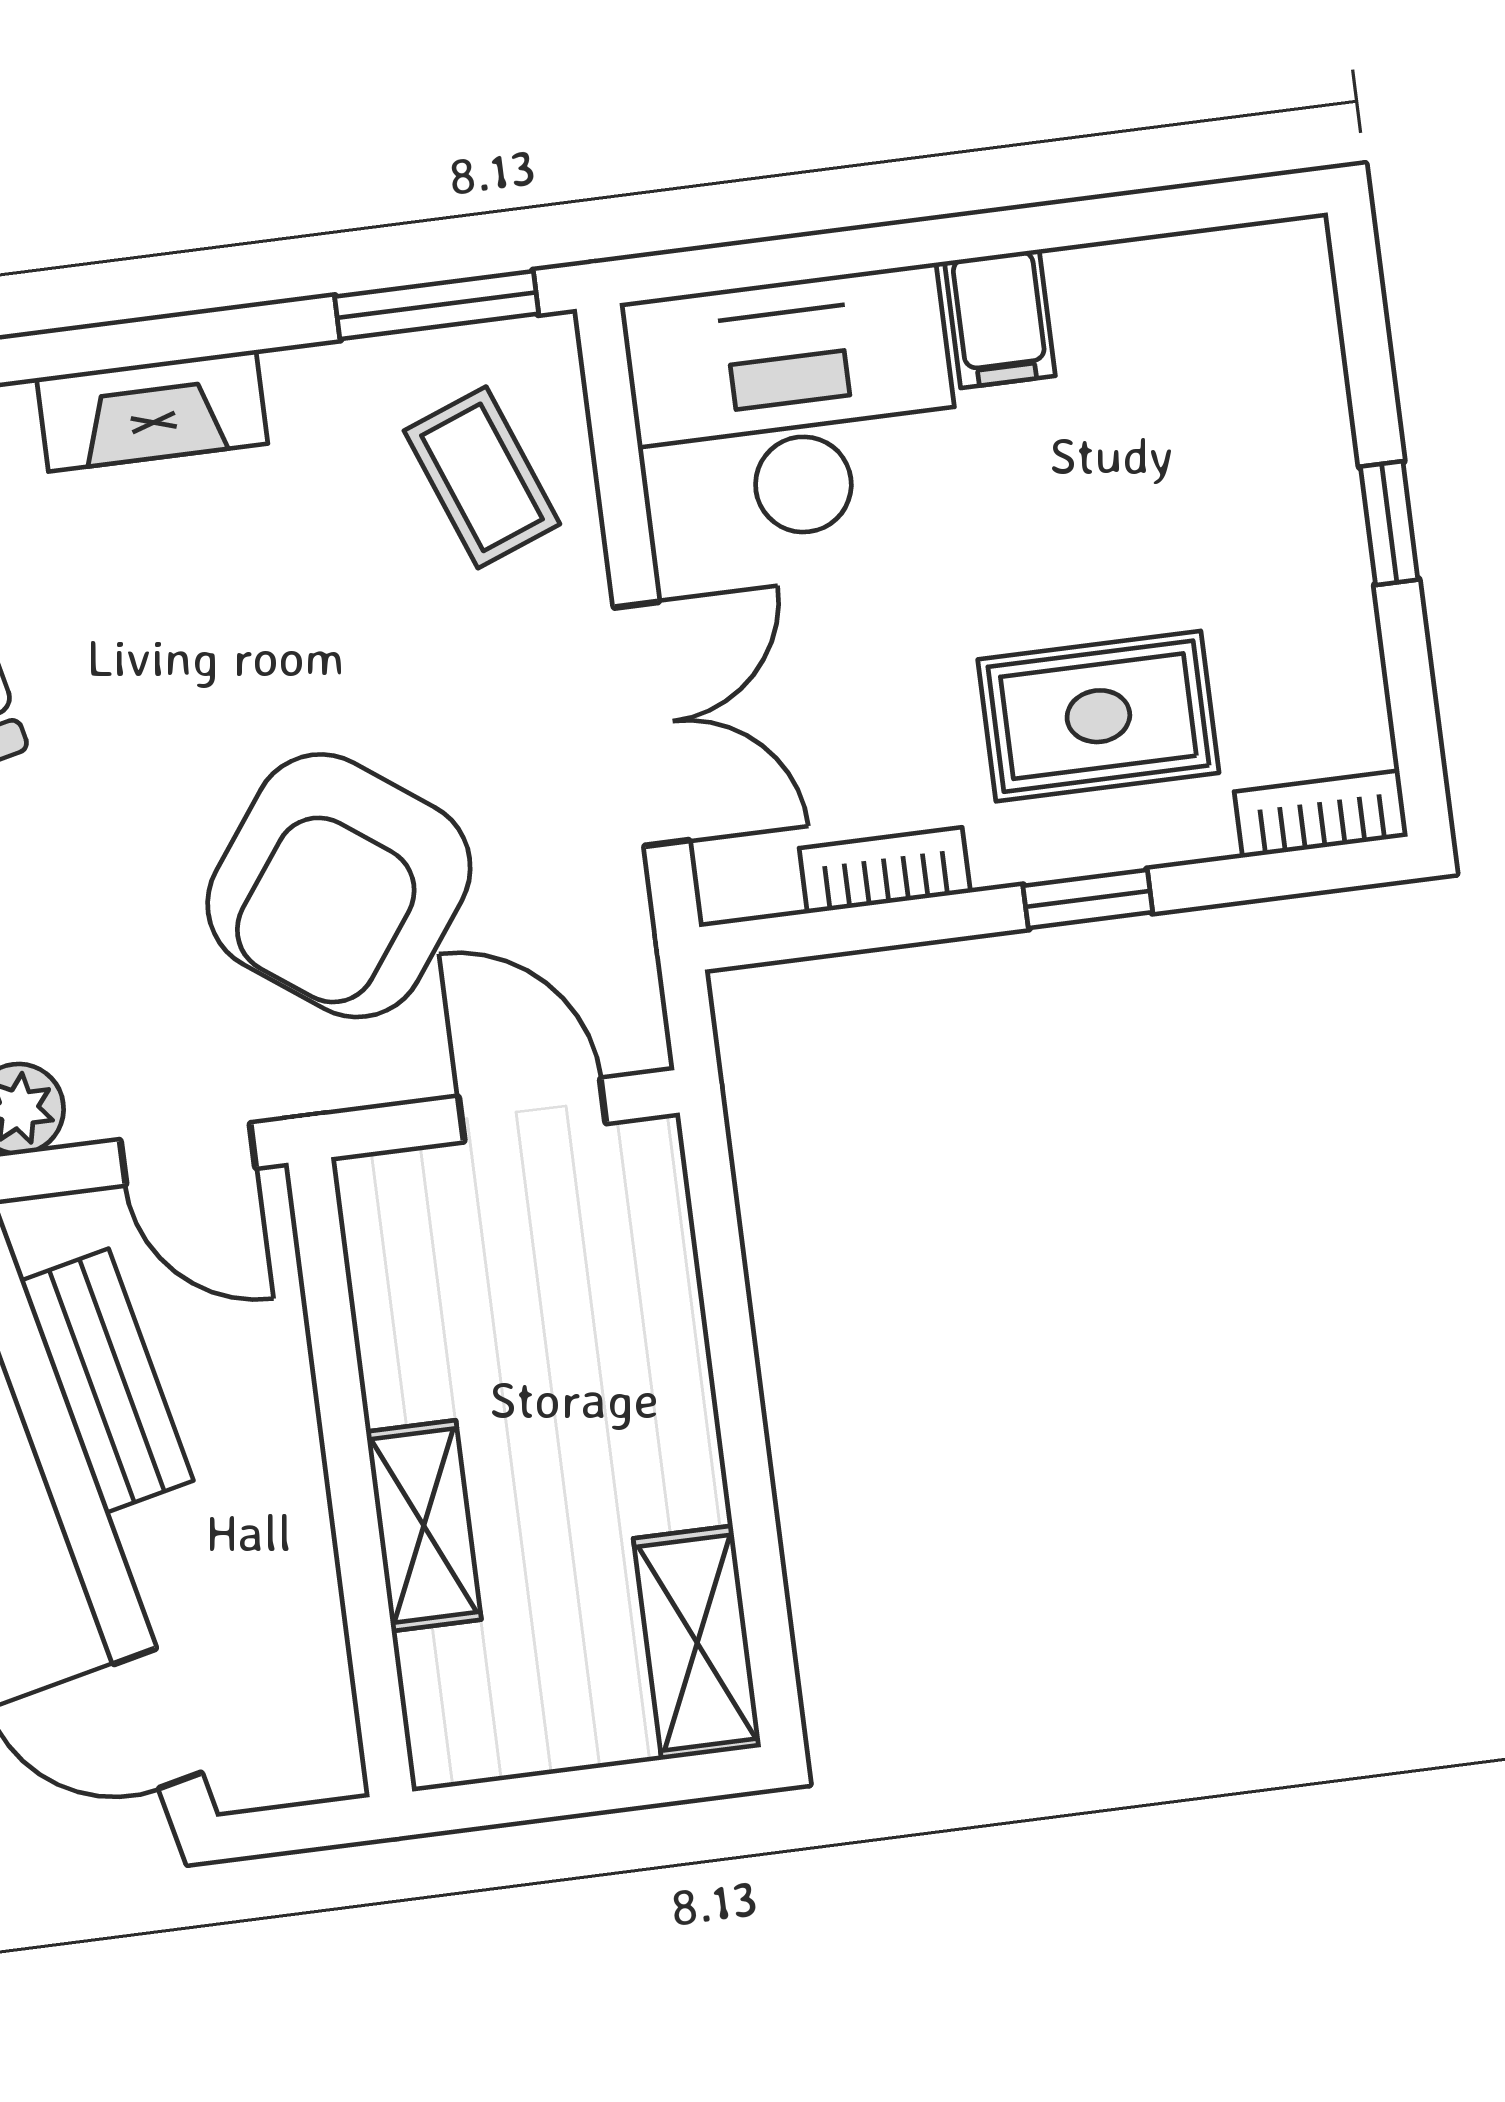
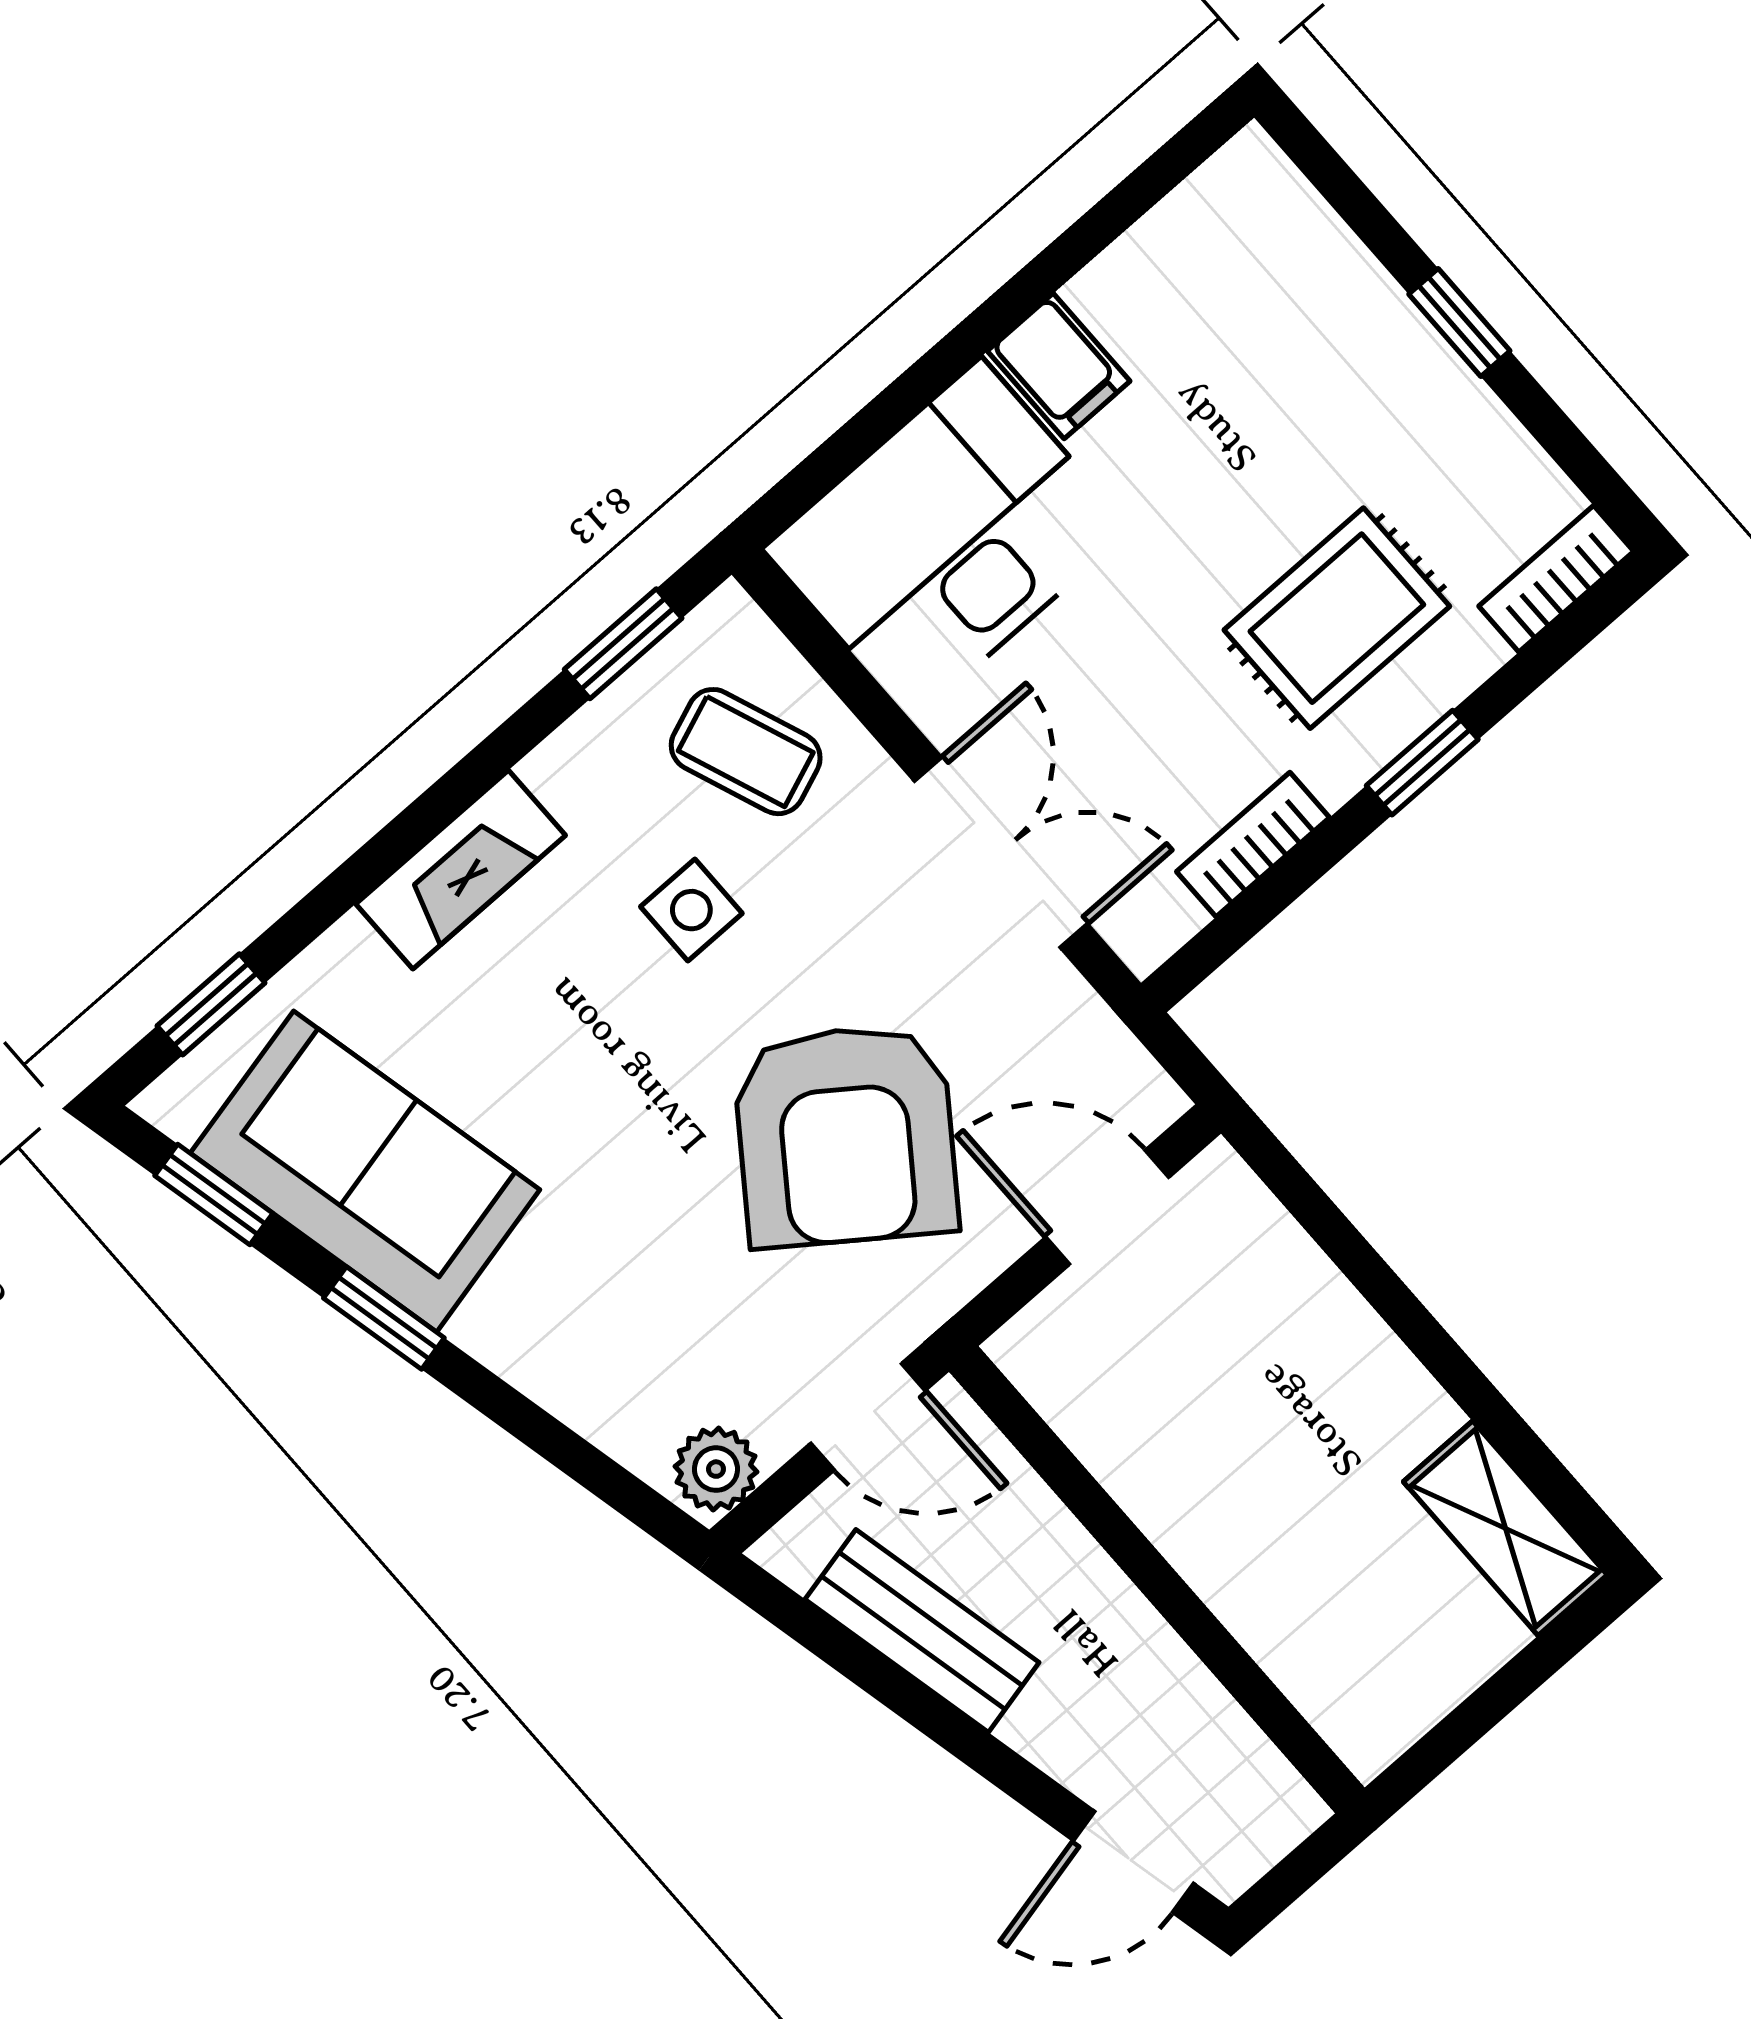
window: (437, 305) -> (623, 644), width x0.67
side table: (336, 588) -> (691, 910), added
shelving: (424, 1526) -> (1237, 1579), removed

